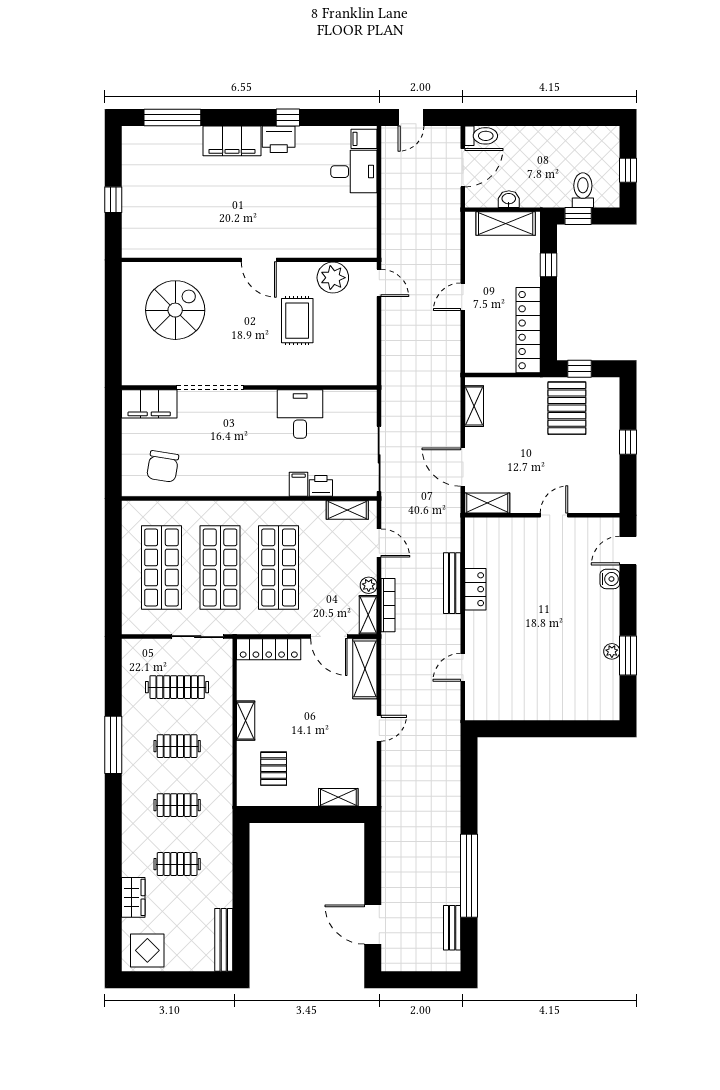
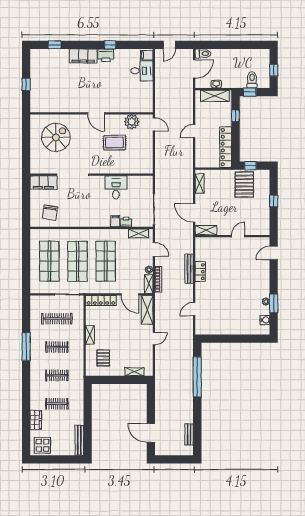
window: (172, 118) -> (55, 45), width x0.46
rug: (297, 321) -> (115, 142), turned 90
water cooler: (610, 579) -> (265, 320), moved
window: (469, 876) -> (197, 377), moved

